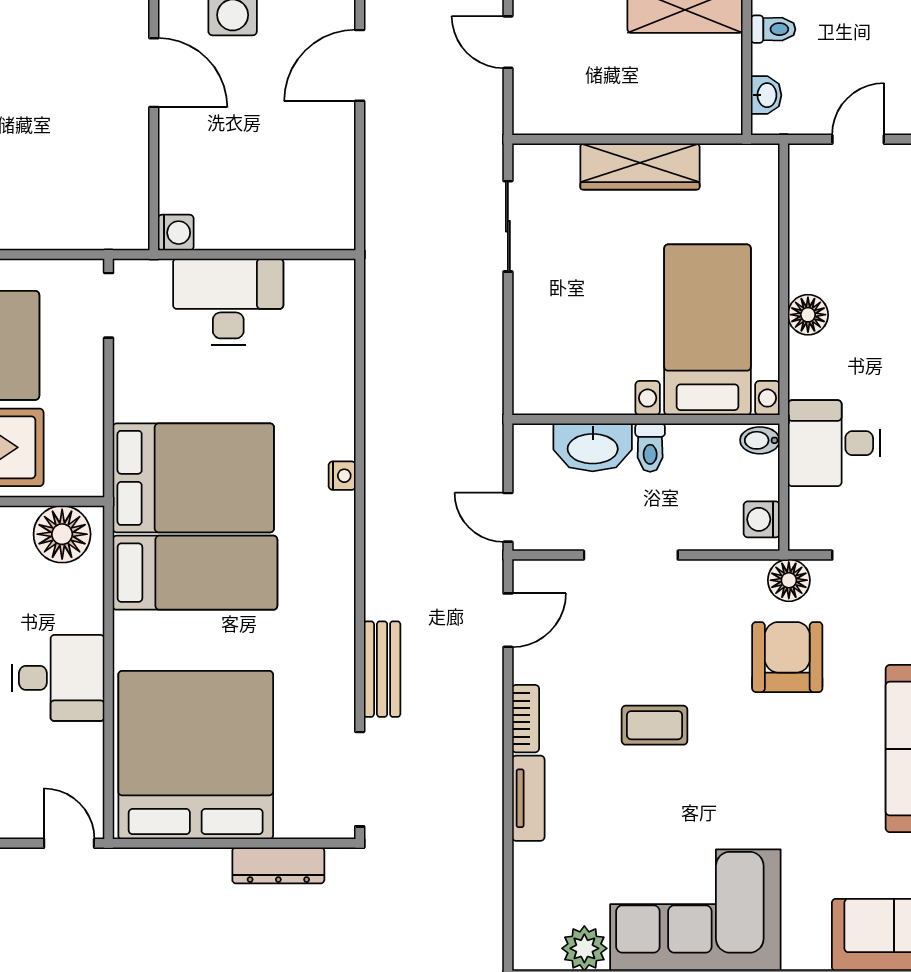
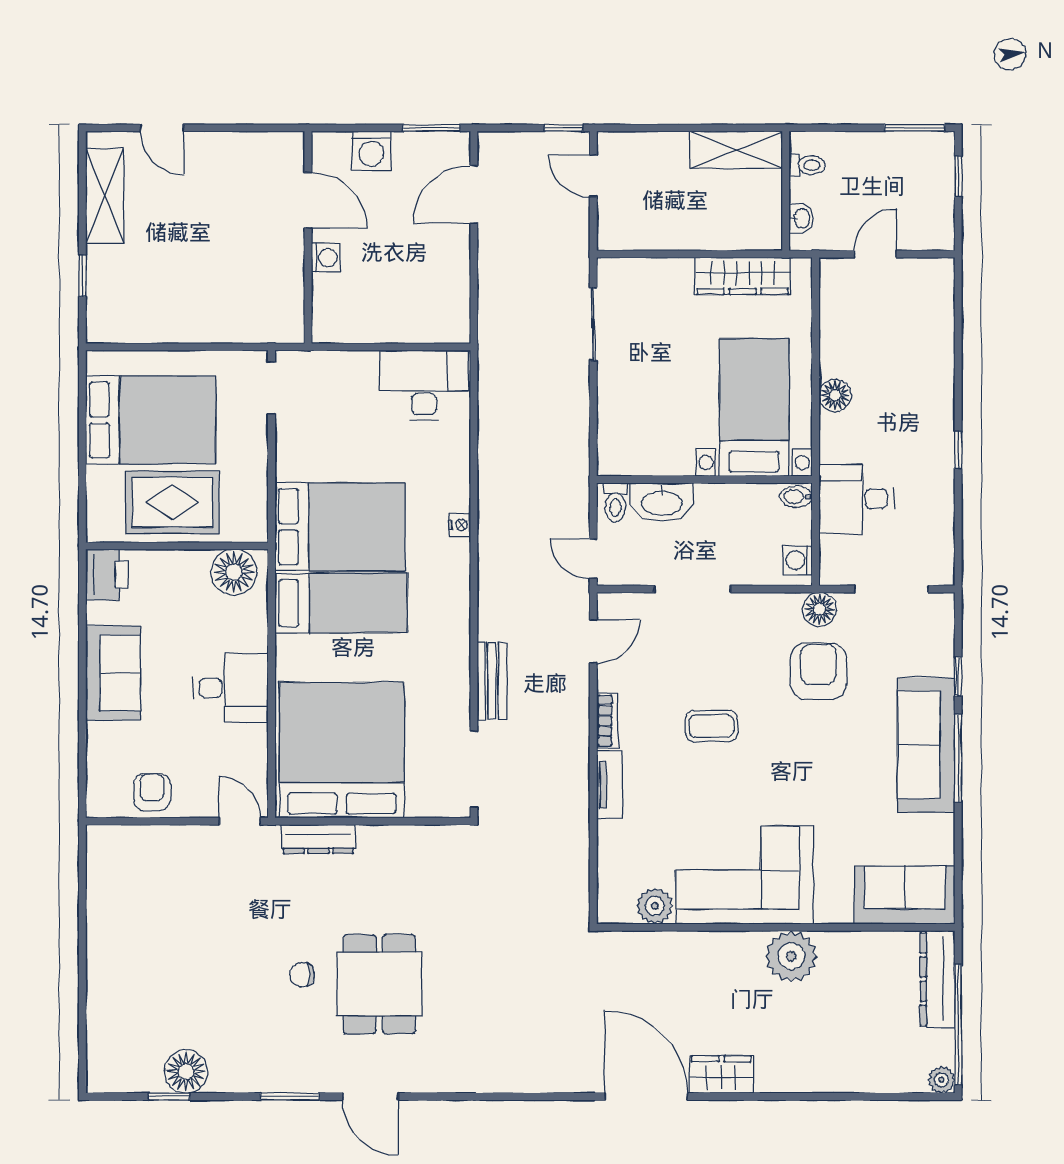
wardrobe: (640, 166) -> (743, 276), moved
washing machine: (176, 233) -> (326, 258), moved
desk: (228, 302) -> (424, 385), moved
toilet: (650, 448) -> (615, 502), moved
dresser: (278, 865) -> (318, 839), moved

